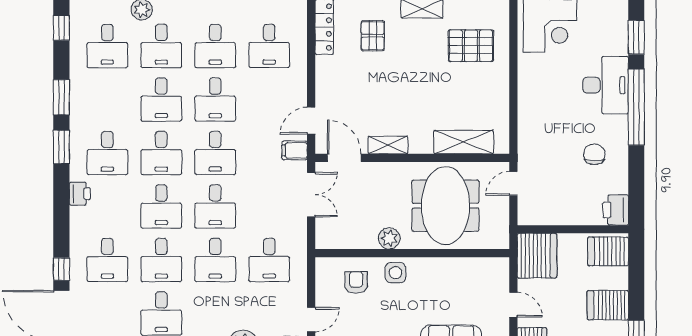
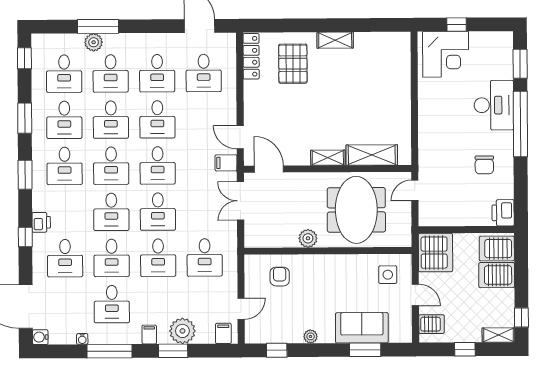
pallet: (373, 36) -> (293, 64), width x1.50, depth x1.42
pallet: (471, 46) -> (378, 72), removed
desk: (107, 99) -> (64, 120), added
door: (311, 121) -> (240, 137), hinge flipped
shelving: (388, 145) -> (328, 158), moved
window: (61, 147) -> (25, 175), moved
chair: (594, 154) -> (484, 165), turned 180
printer: (80, 194) -> (41, 222), moved
double door: (311, 195) -> (241, 201), swing flipped
window: (61, 269) -> (25, 237), moved
side table: (395, 273) -> (388, 275), moved
server rack: (608, 305) -> (497, 275), moved

